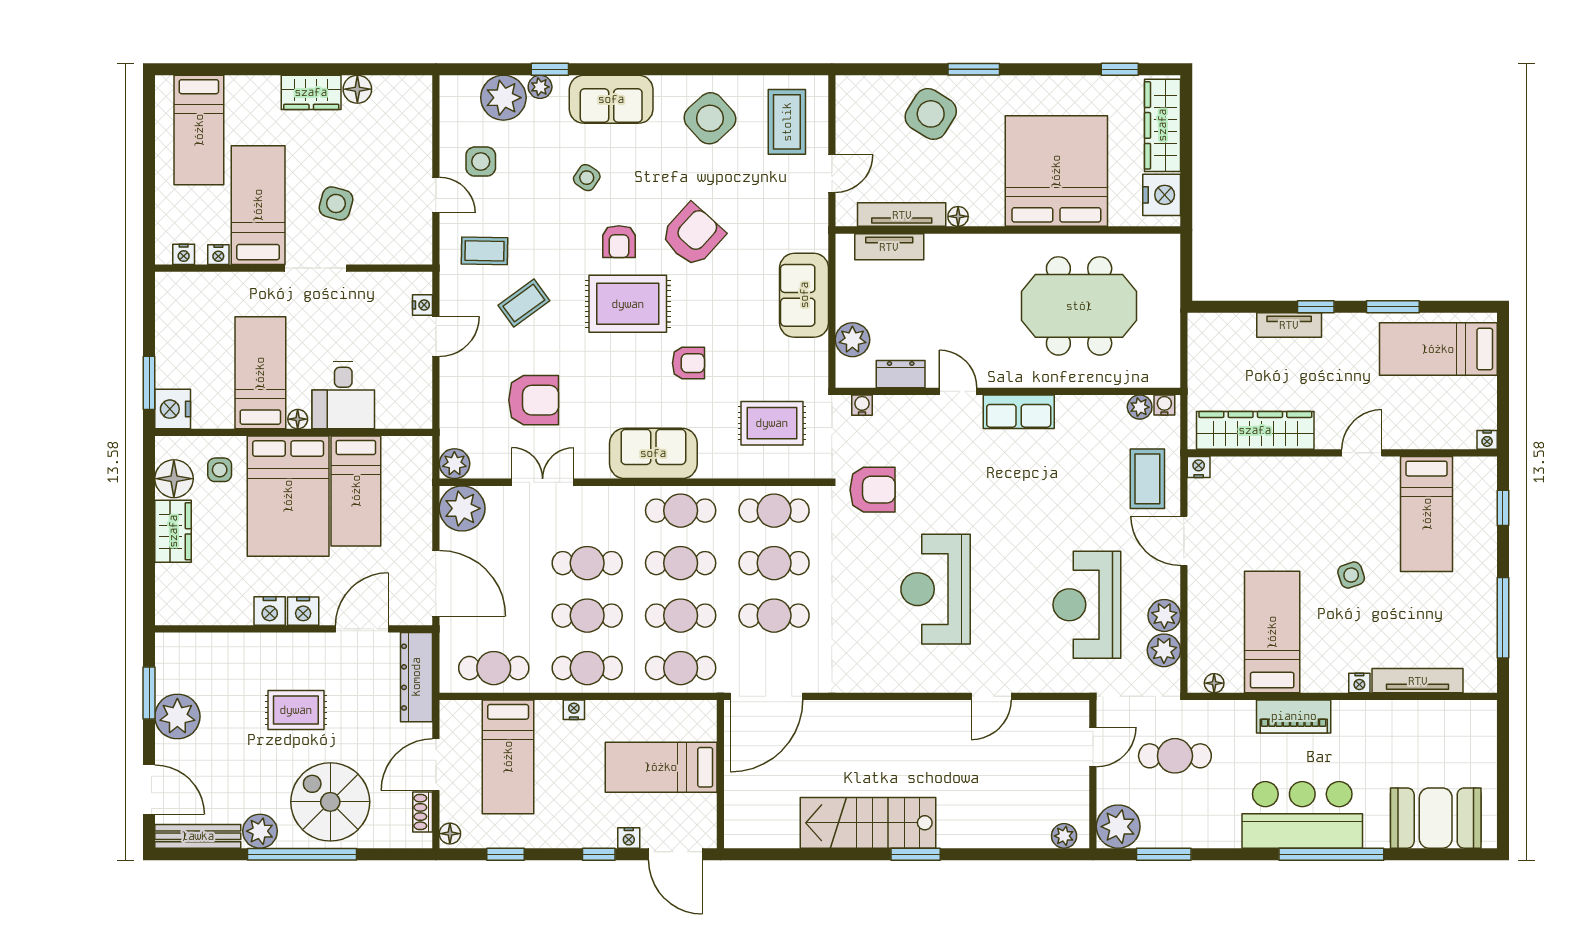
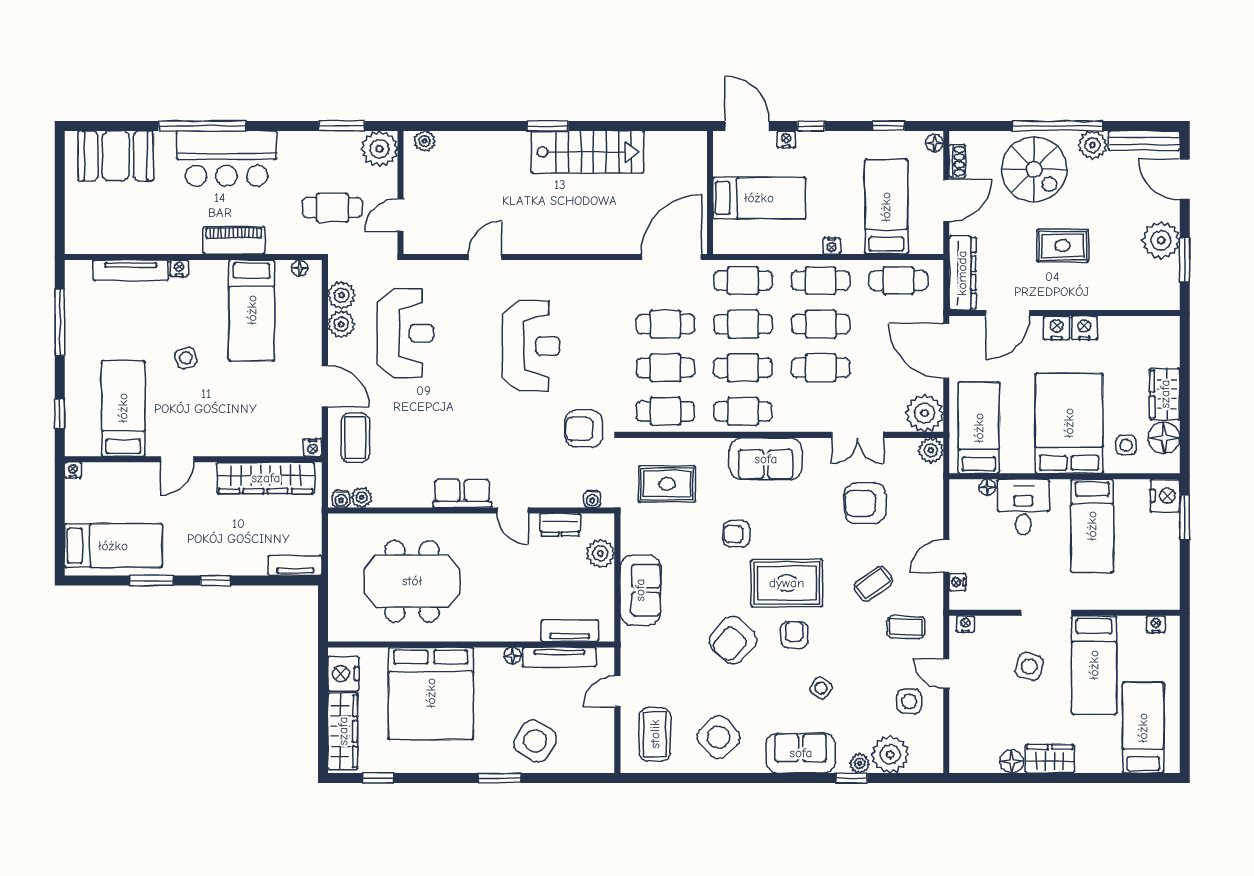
nightstand: (218, 255) -> (965, 624), moved
tv unit: (1289, 325) -> (295, 566), moved
floor lamp: (298, 419) -> (987, 487), moved
bed: (356, 491) -> (979, 428), moved

